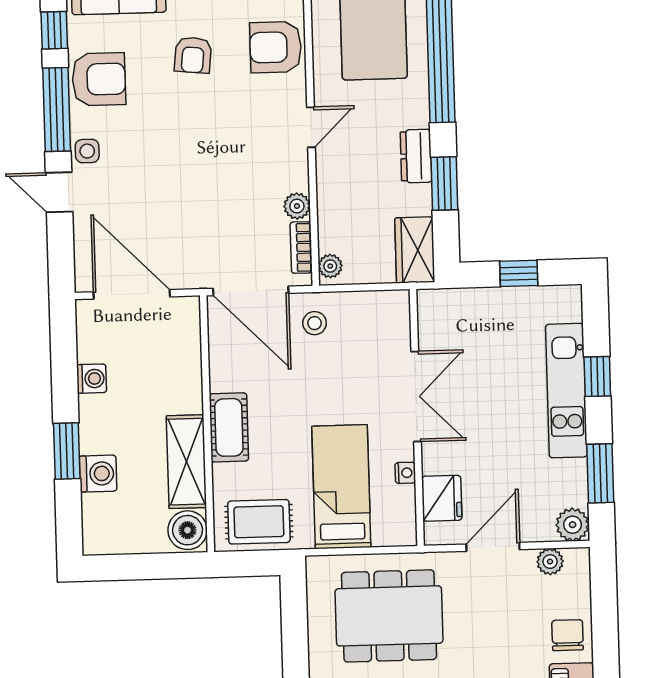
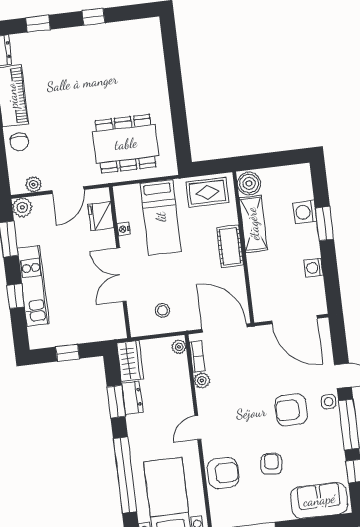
armchair: (99, 79) -> (291, 410), moved
dresser: (416, 156) -> (132, 398), moved
stool: (315, 323) -> (163, 310), moved

